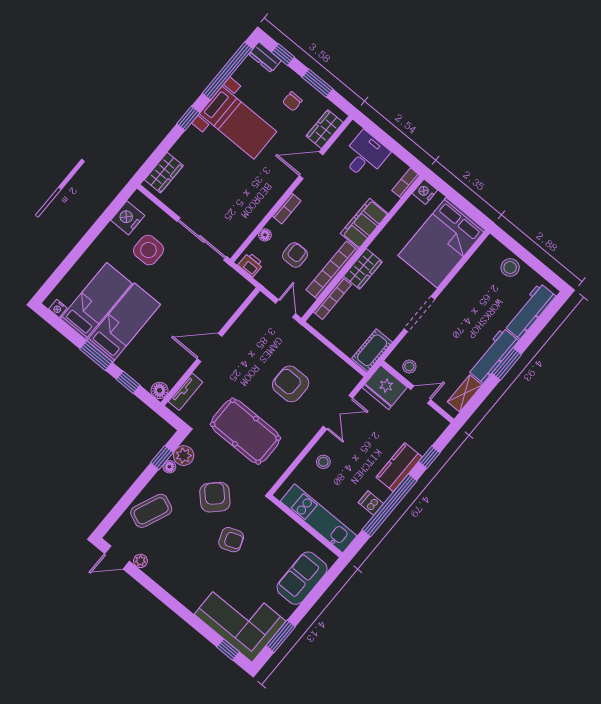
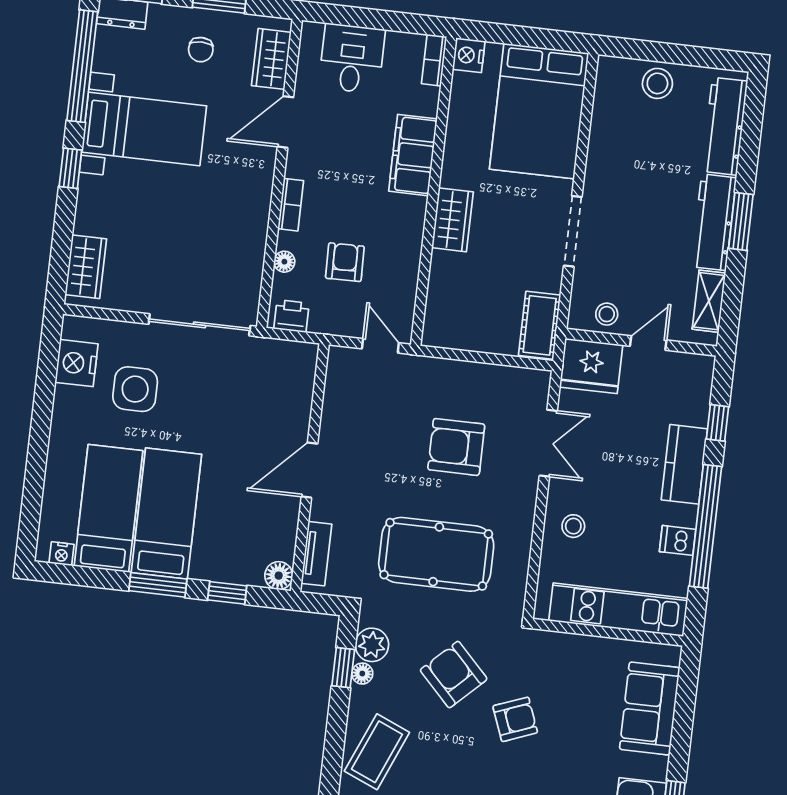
bookcase: (332, 270) -> (410, 250), removed
bookcase: (332, 298) -> (437, 289), removed

